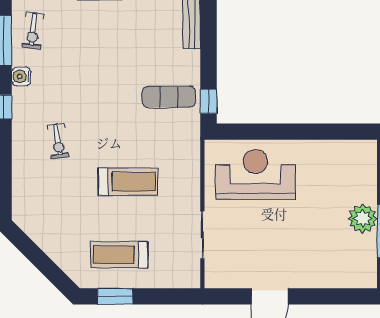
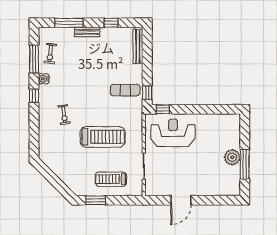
window: (237, 132) -> (163, 109), added
treadmill: (128, 182) -> (103, 137), width x1.37, depth x1.38
treadmill: (119, 255) -> (111, 179), moved

